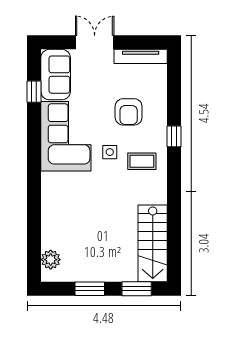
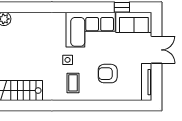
window: (174, 136) -> (90, 106), removed
side table: (110, 152) -> (68, 60), moved

